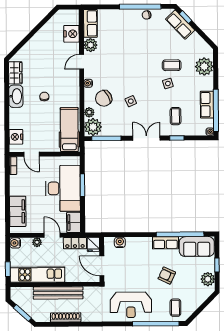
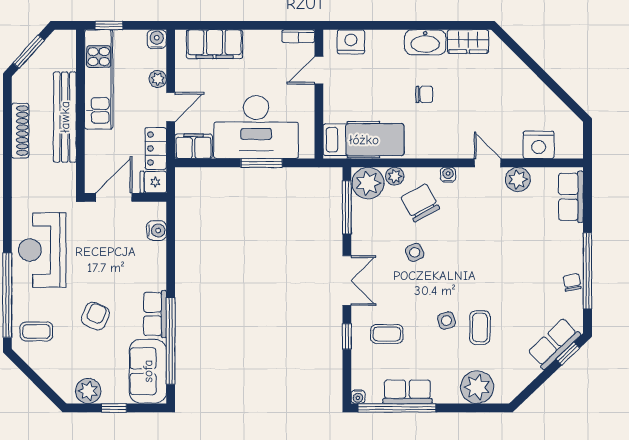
row of seats: (90, 23) -> (571, 197), moved, turned 90

